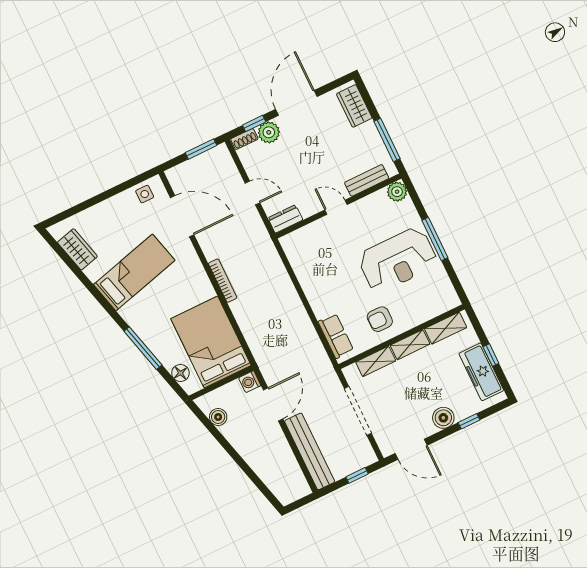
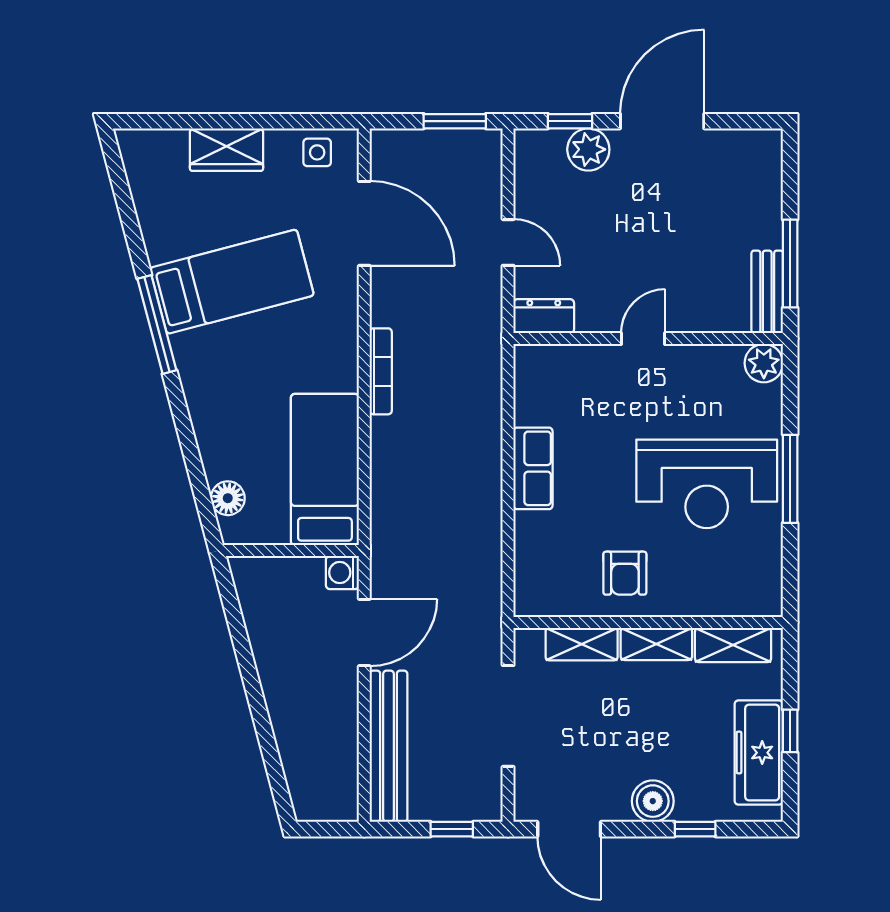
wardrobe: (354, 106) -> (761, 176), removed
shoe rack: (244, 139) -> (540, 140), removed
bench: (367, 180) -> (767, 292), moved, turned 90
door: (336, 207) -> (643, 339), hinge flipped
wardrobe: (77, 249) -> (227, 150), moved, turned 105
armchair: (380, 319) -> (625, 573), turned -90
row of seats: (336, 336) -> (533, 468), moved
bed: (211, 342) -> (325, 470), width x0.67
window: (143, 348) -> (157, 325), moved
boiler: (218, 417) -> (257, 608), removed

